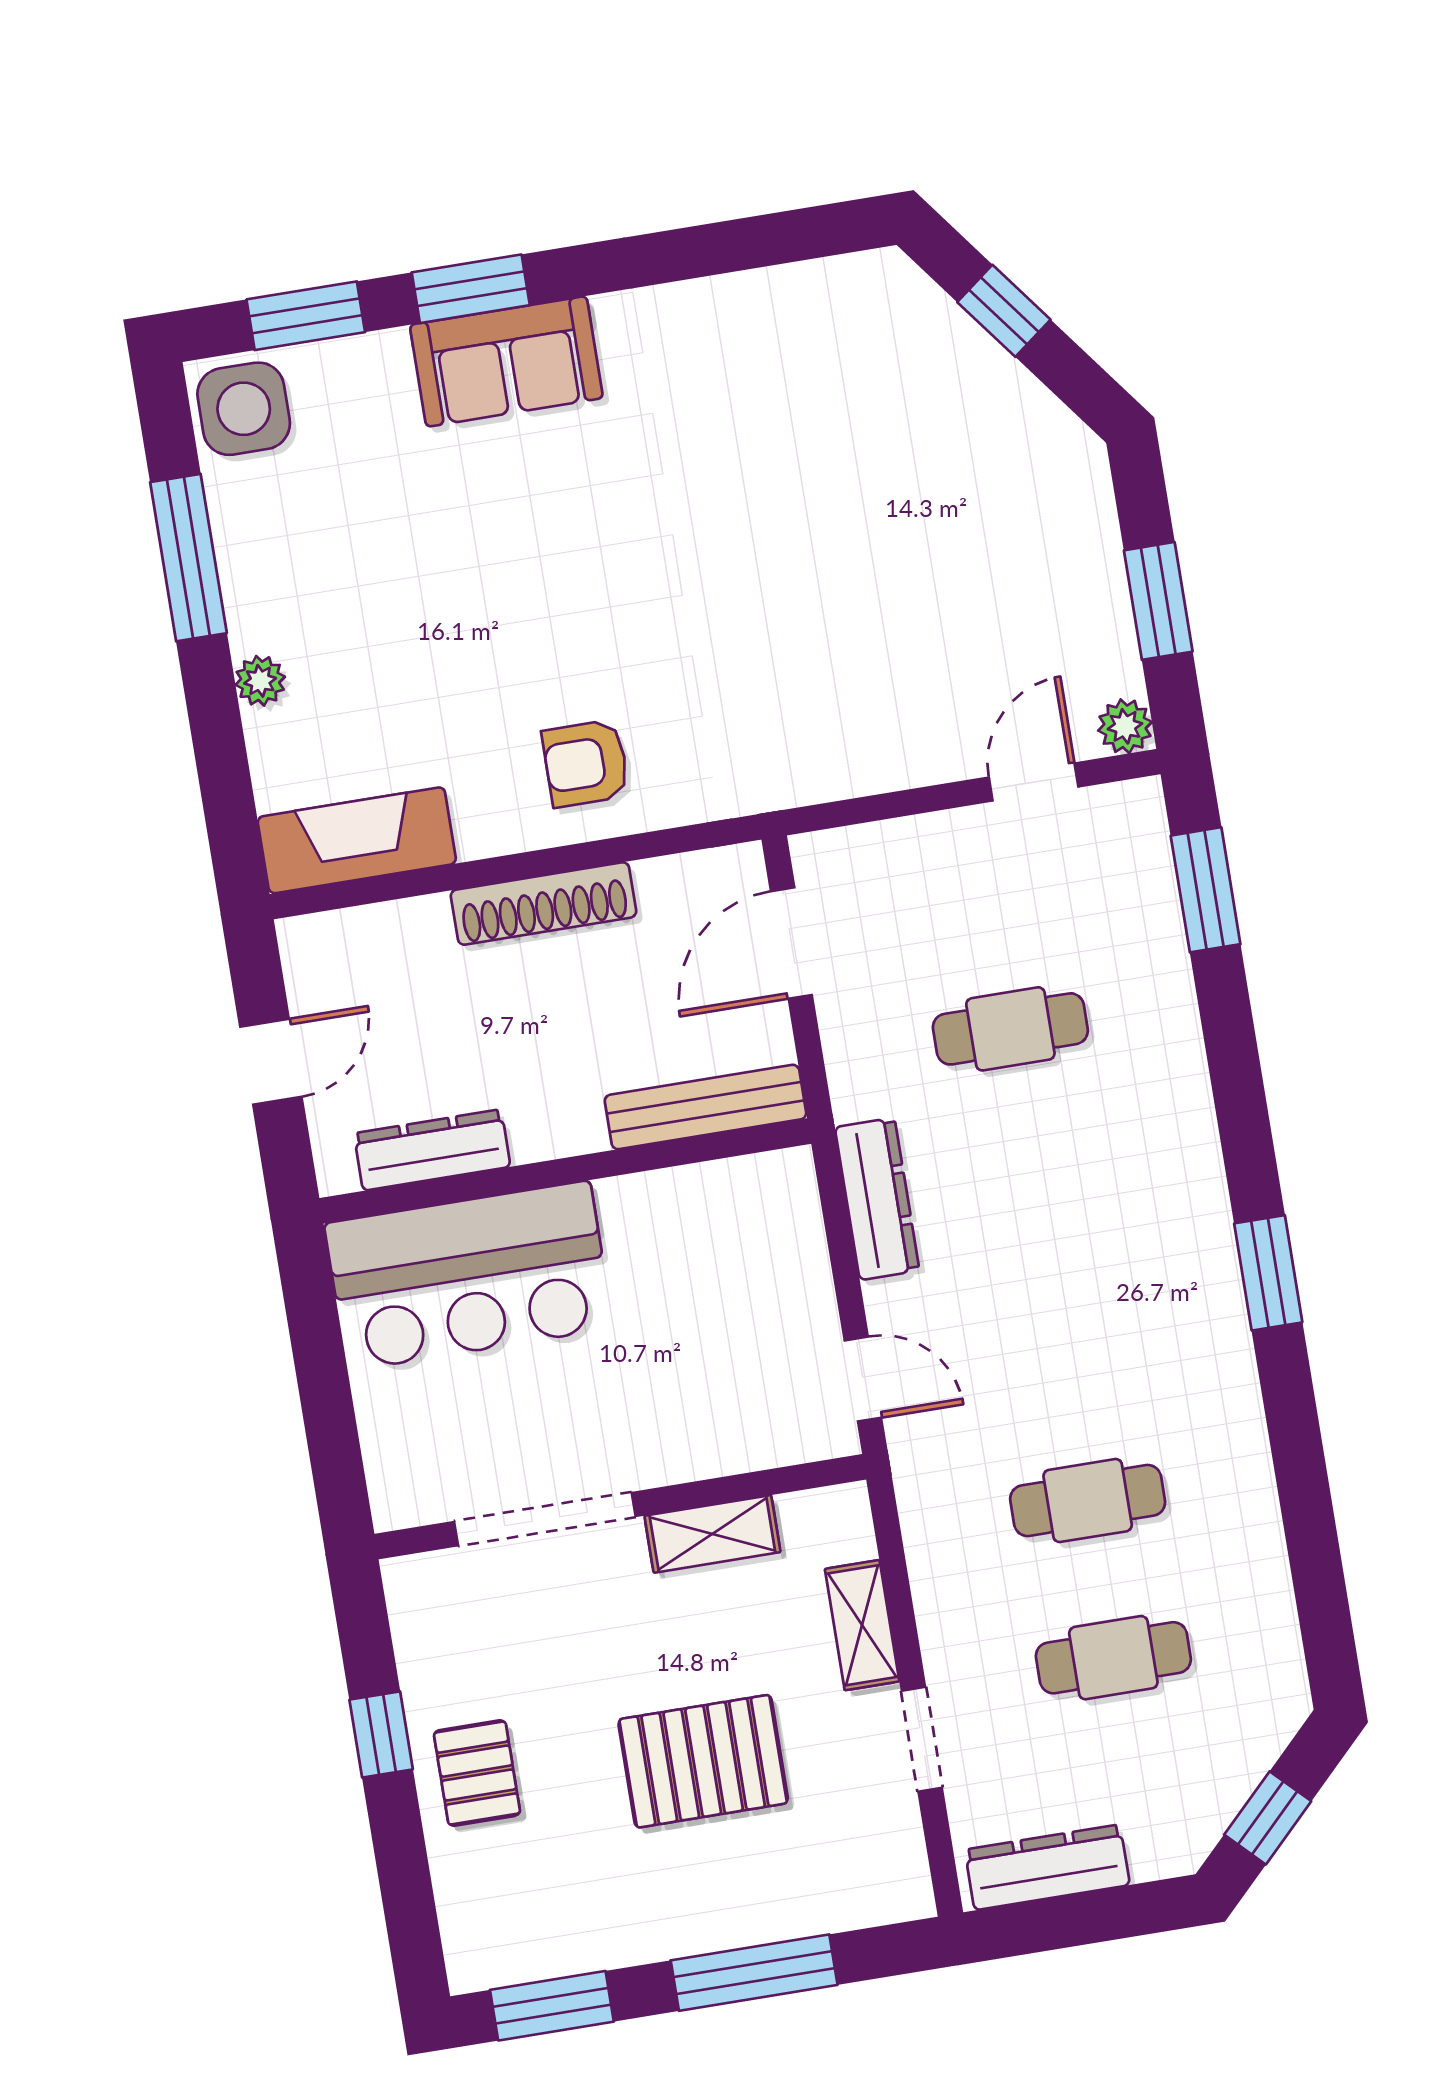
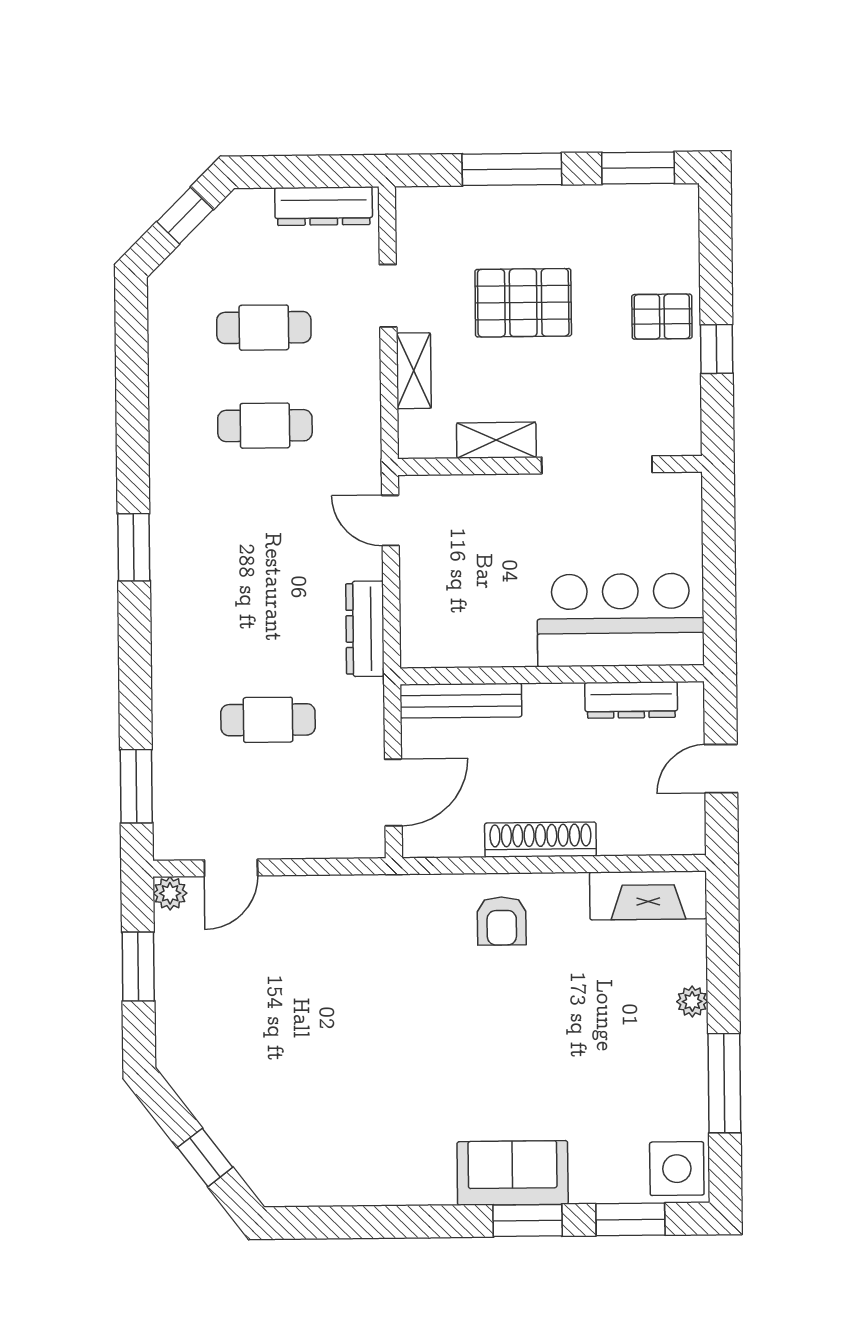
armchair: (586, 763) -> (502, 921), turned 90
pallet: (477, 1773) -> (662, 317), turned 90

